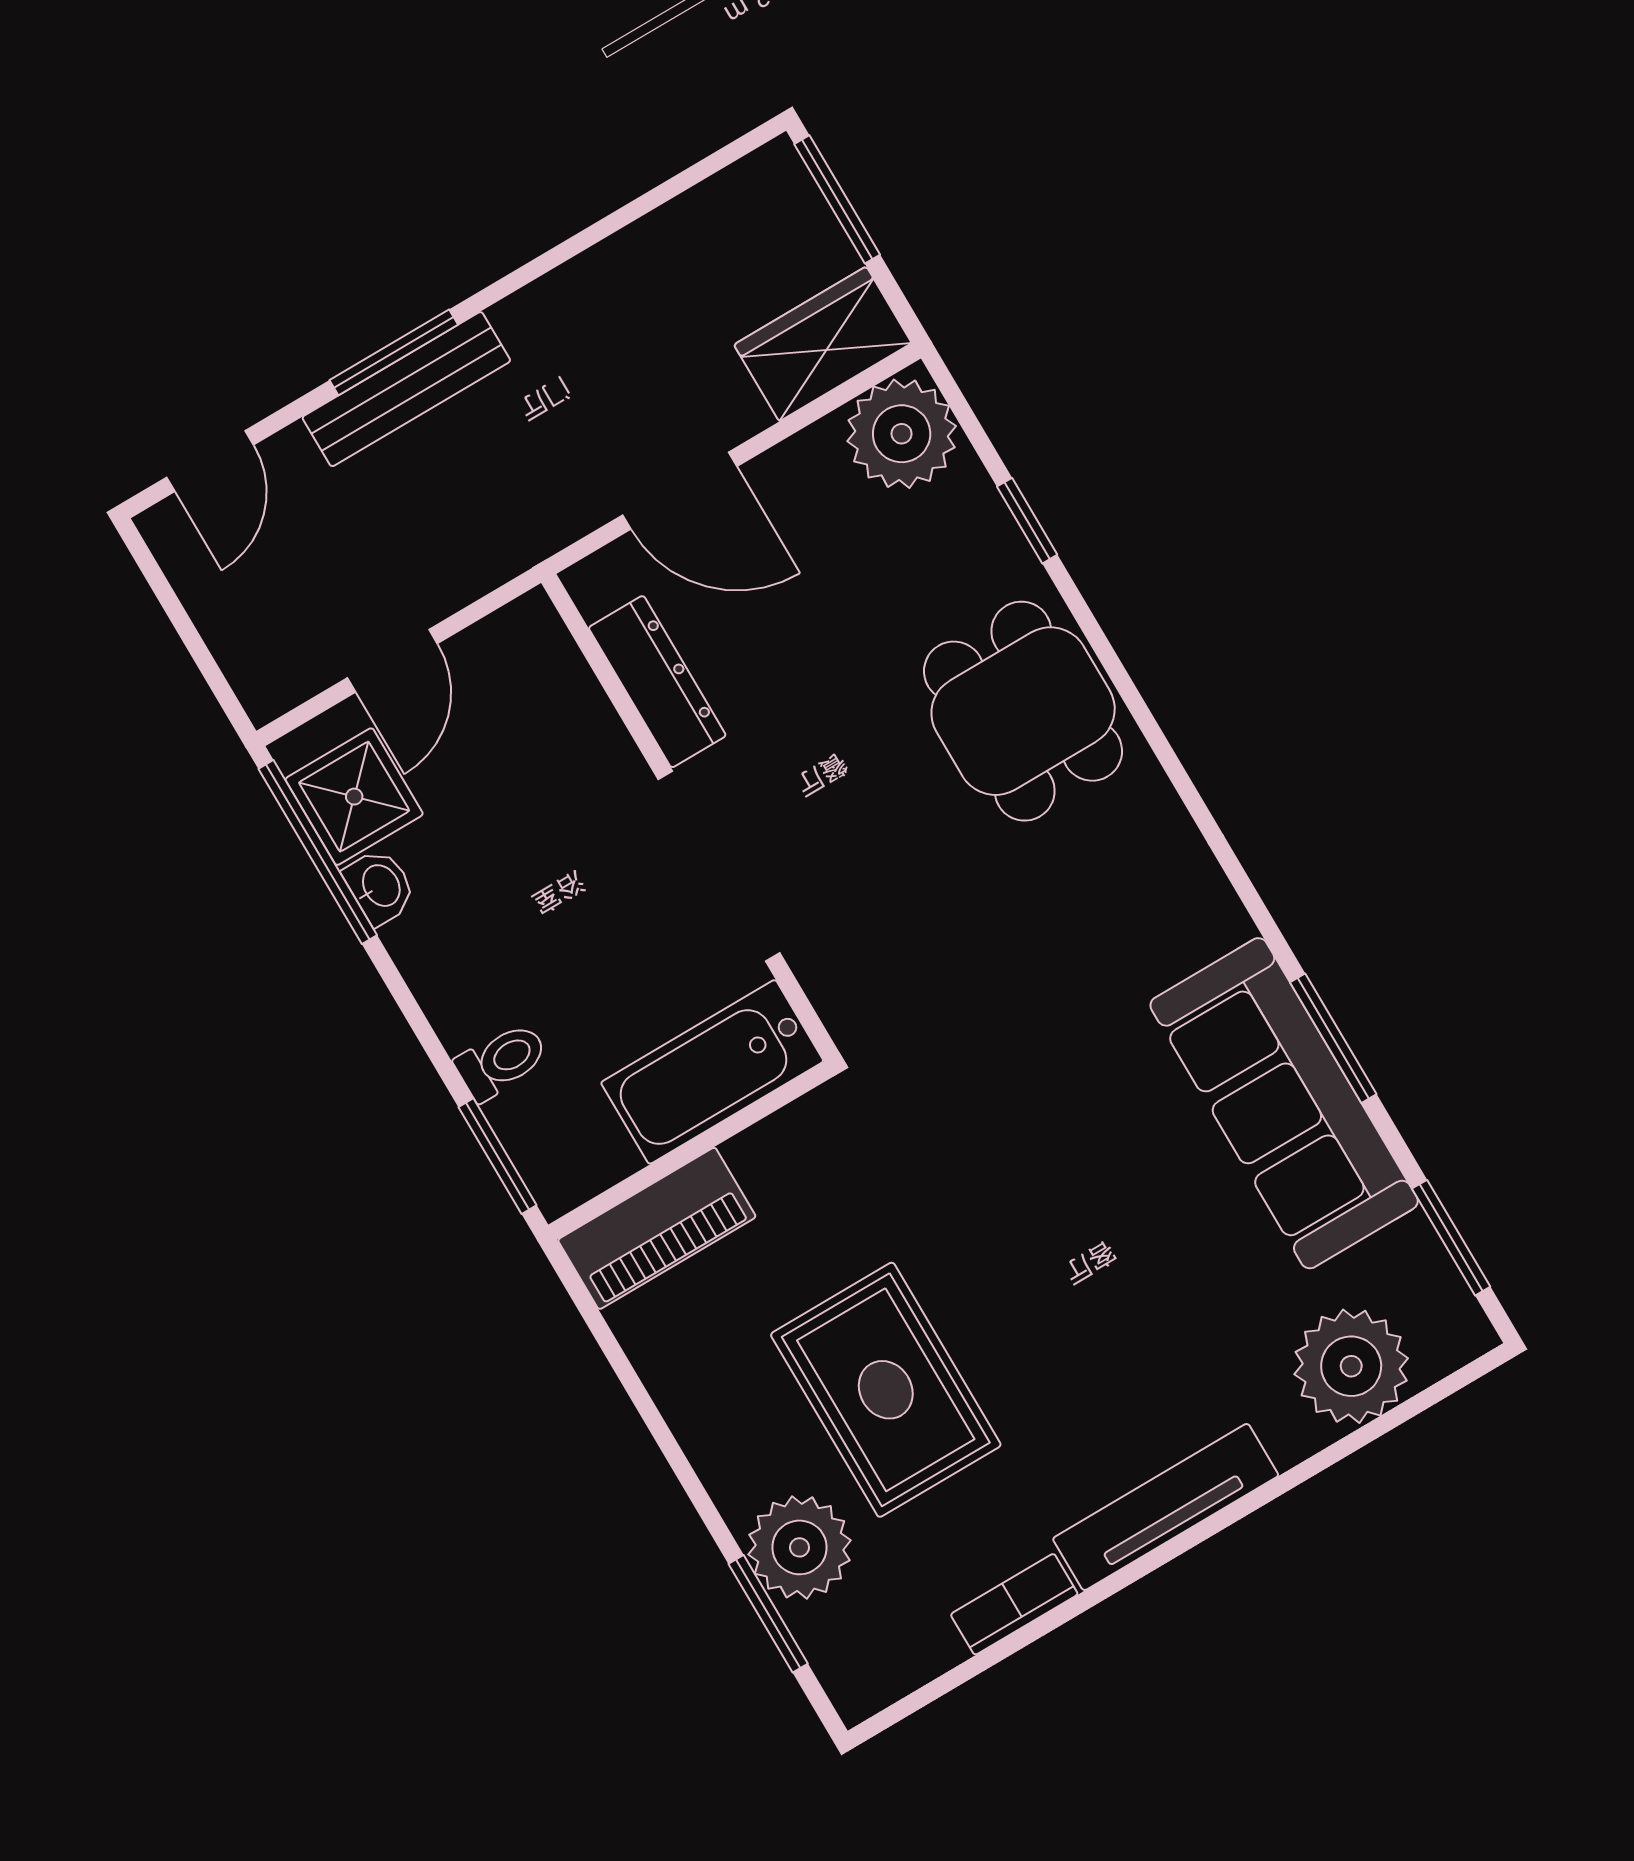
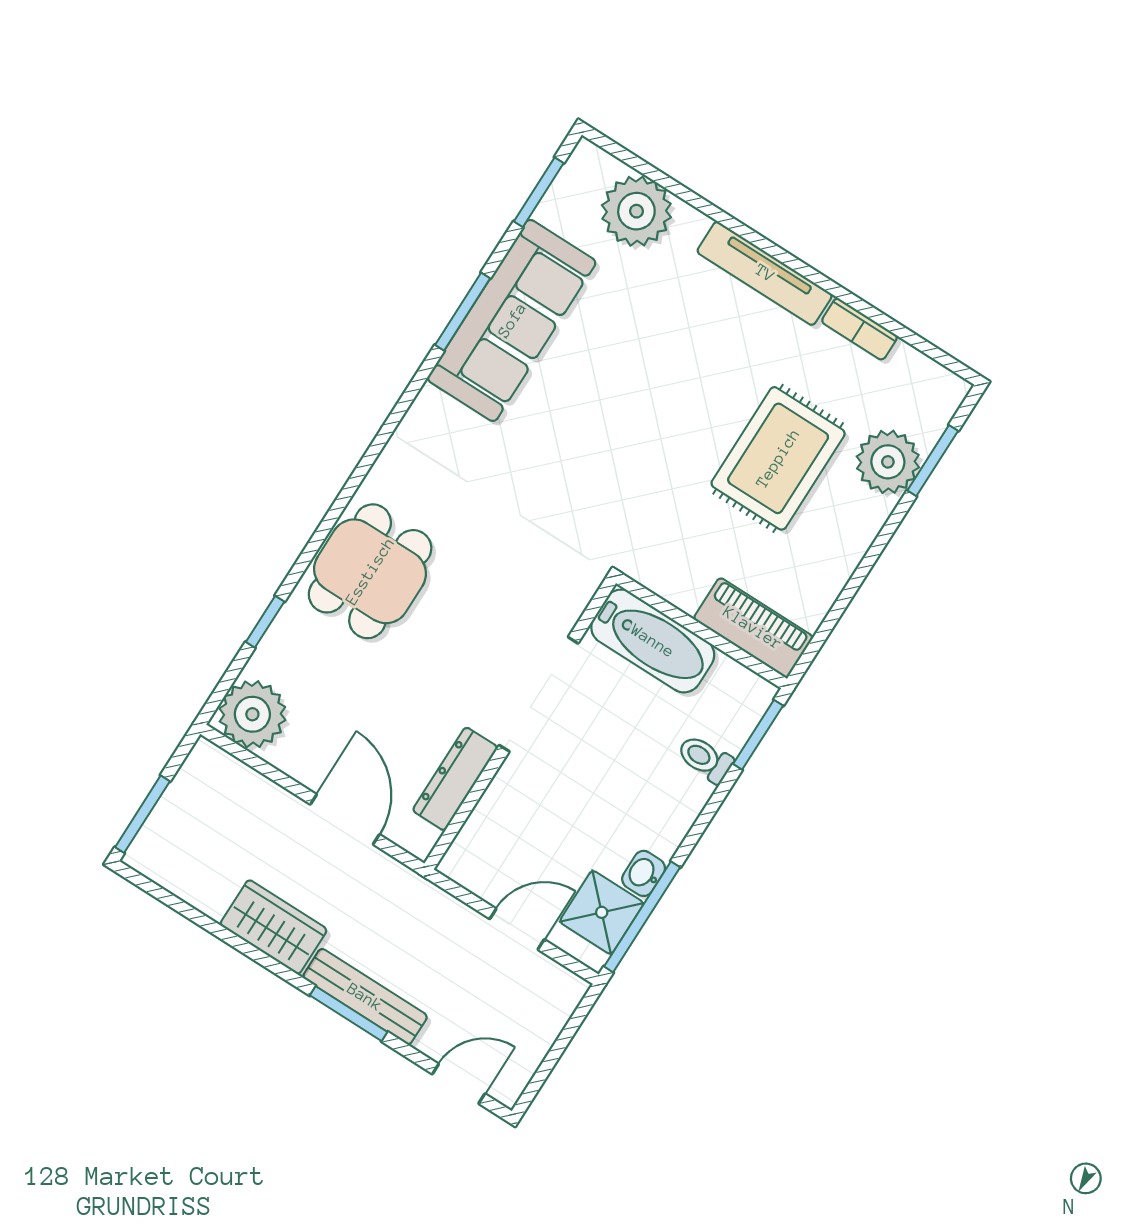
wardrobe: (823, 344) -> (274, 927), moved, turned 180

